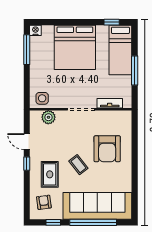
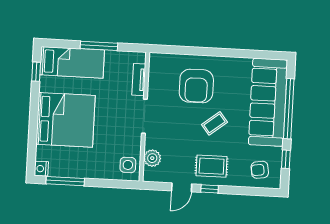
armchair: (107, 149) -> (196, 86), turned 90
rug: (50, 174) -> (212, 166), moved

